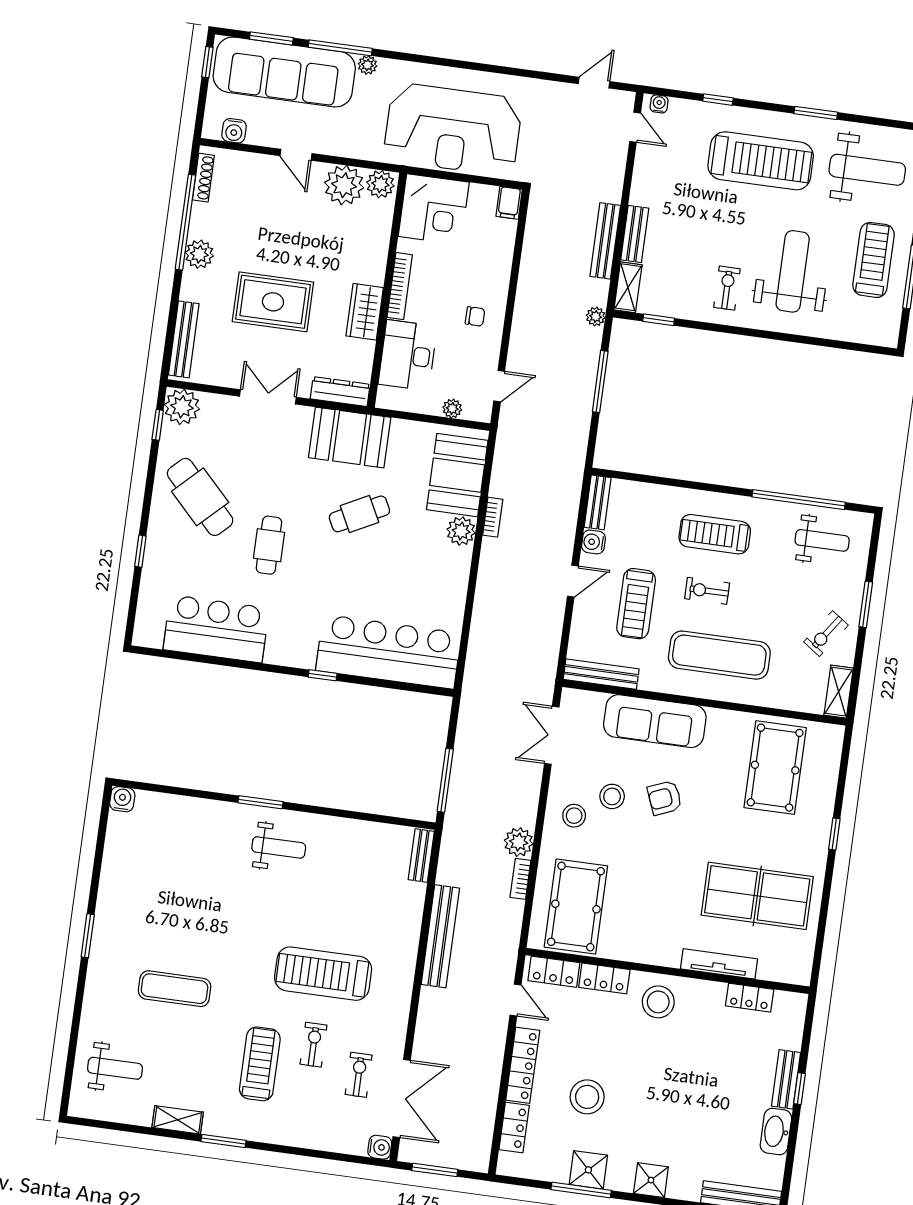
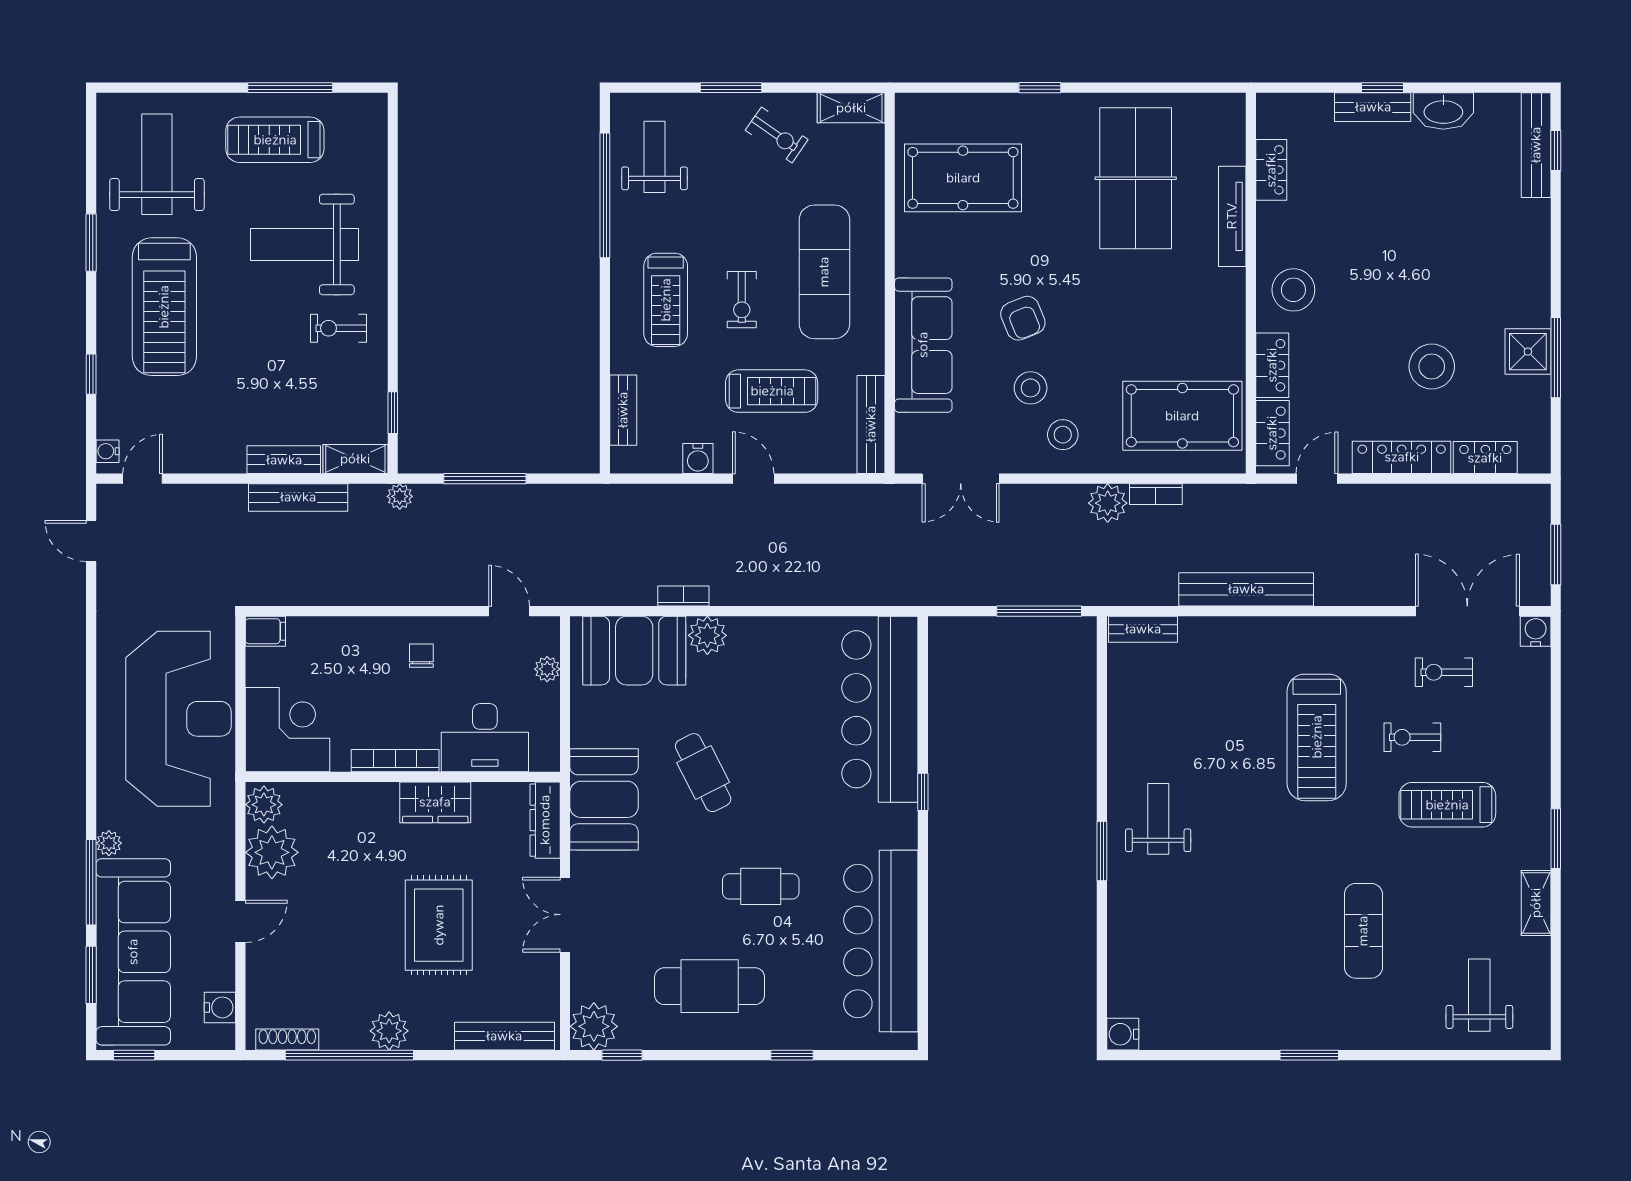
treadmill: (761, 161) -> (164, 307), turned 180
cafe table: (200, 497) -> (710, 986), turned 44
bench: (598, 502) -> (623, 410), moved, turned 90
bar counter: (216, 629) -> (881, 941), width x1.36
shower: (651, 1180) -> (1530, 267), removed

